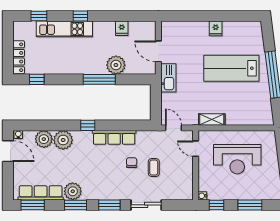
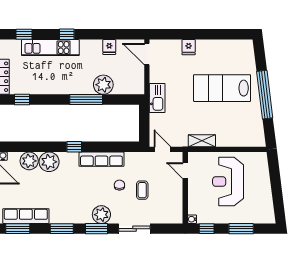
fridge: (216, 28) -> (189, 47), moved
door: (158, 51) -> (147, 54), moved
reception desk: (237, 159) -> (228, 182), turned 90
plant: (73, 191) -> (101, 215), moved

